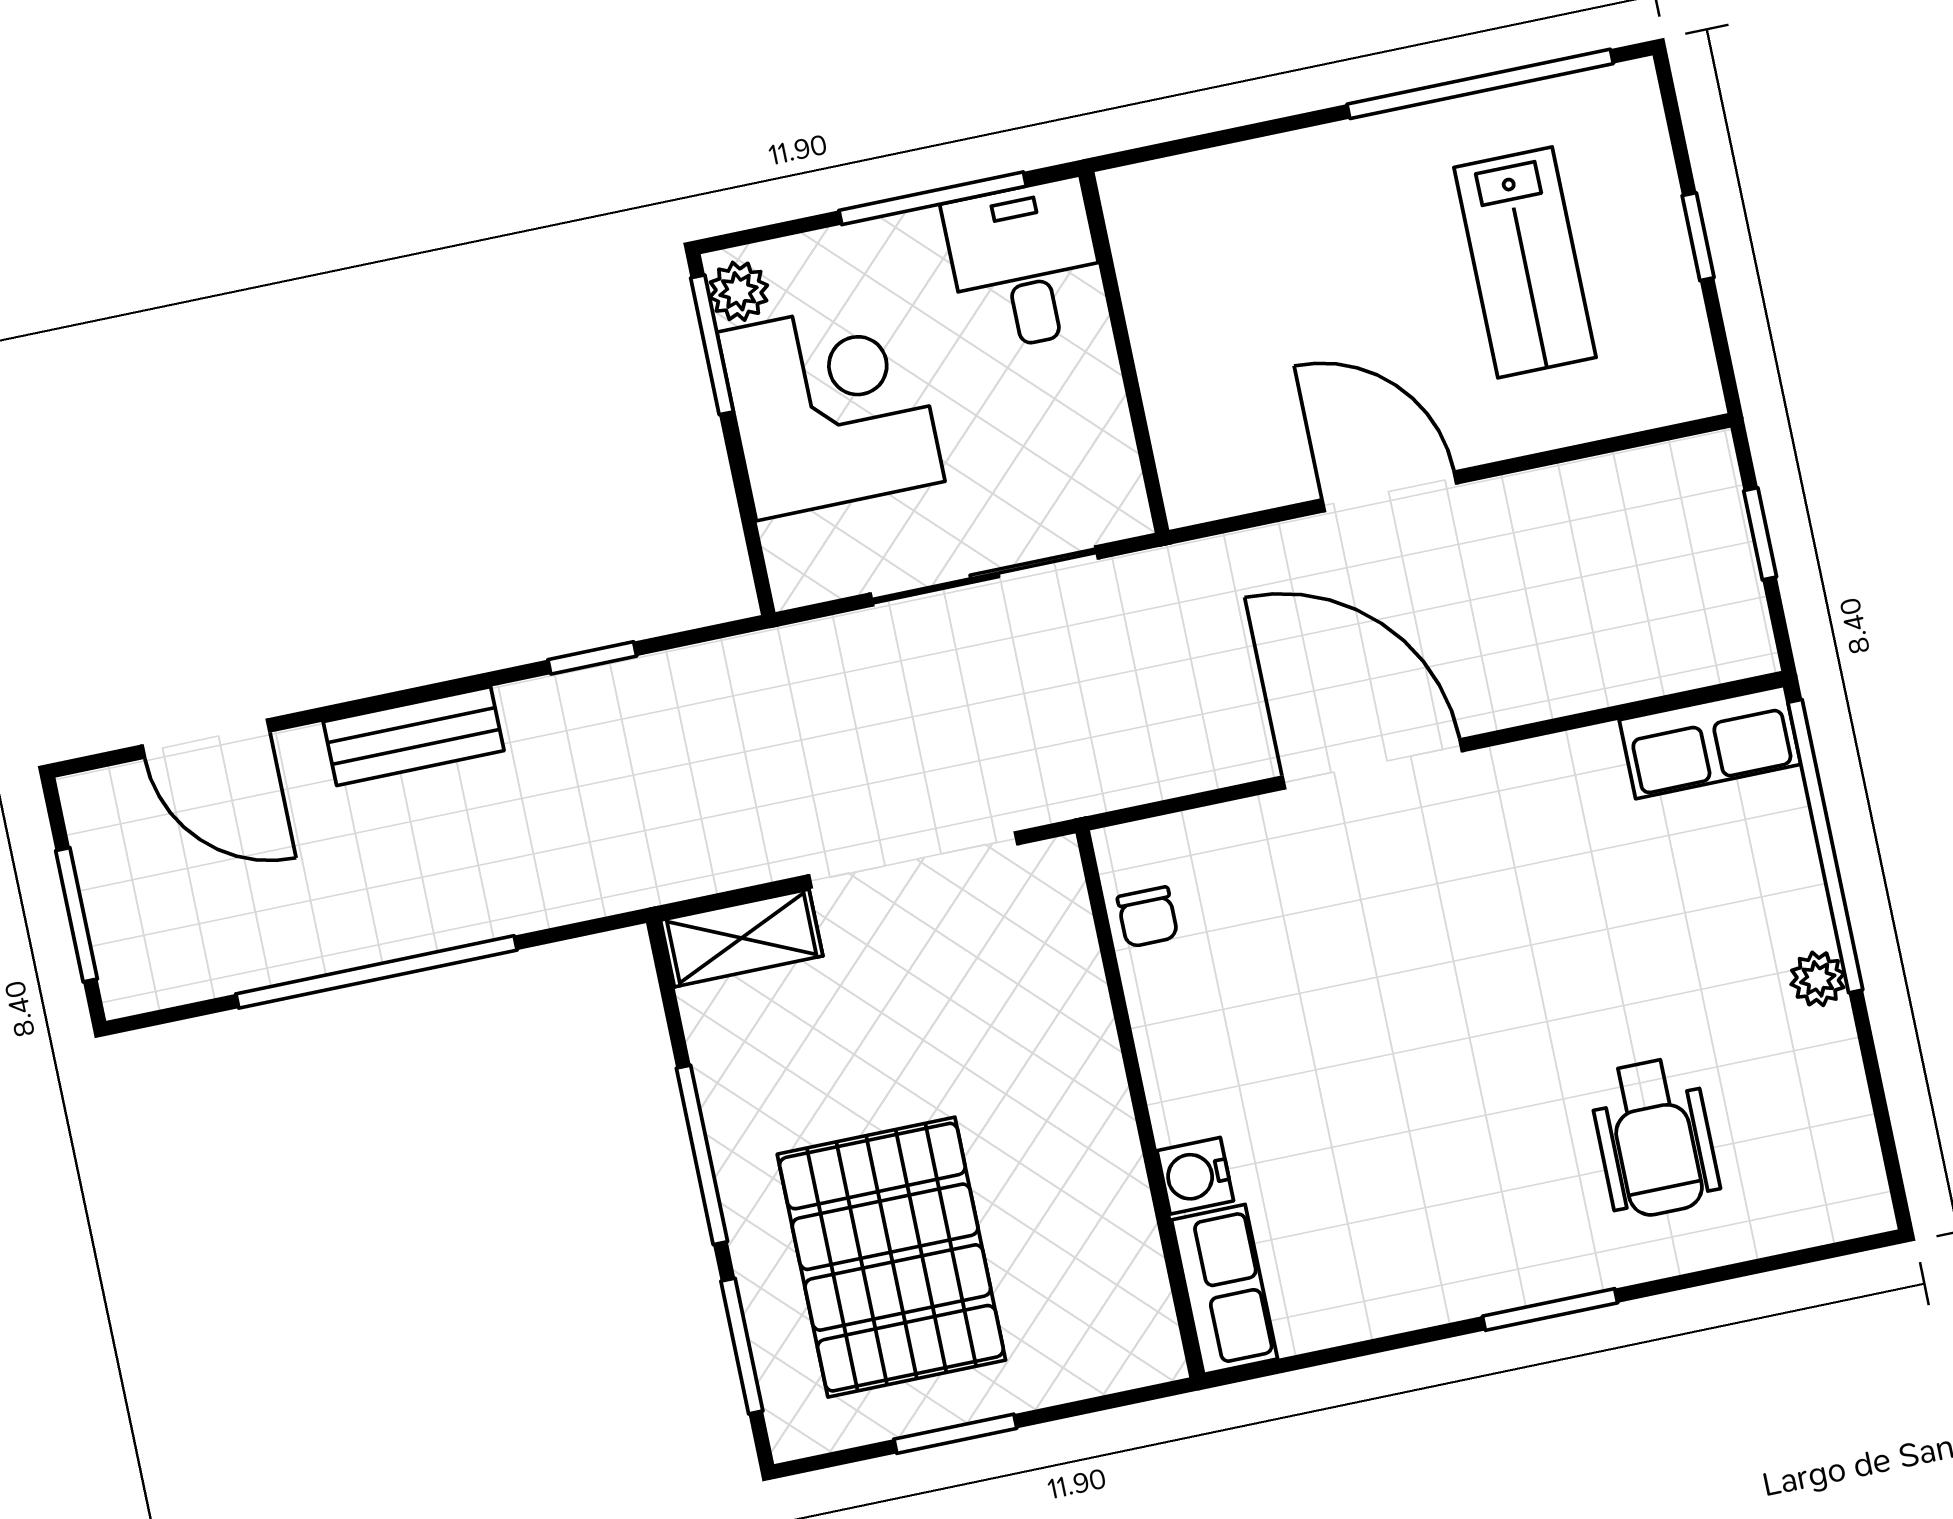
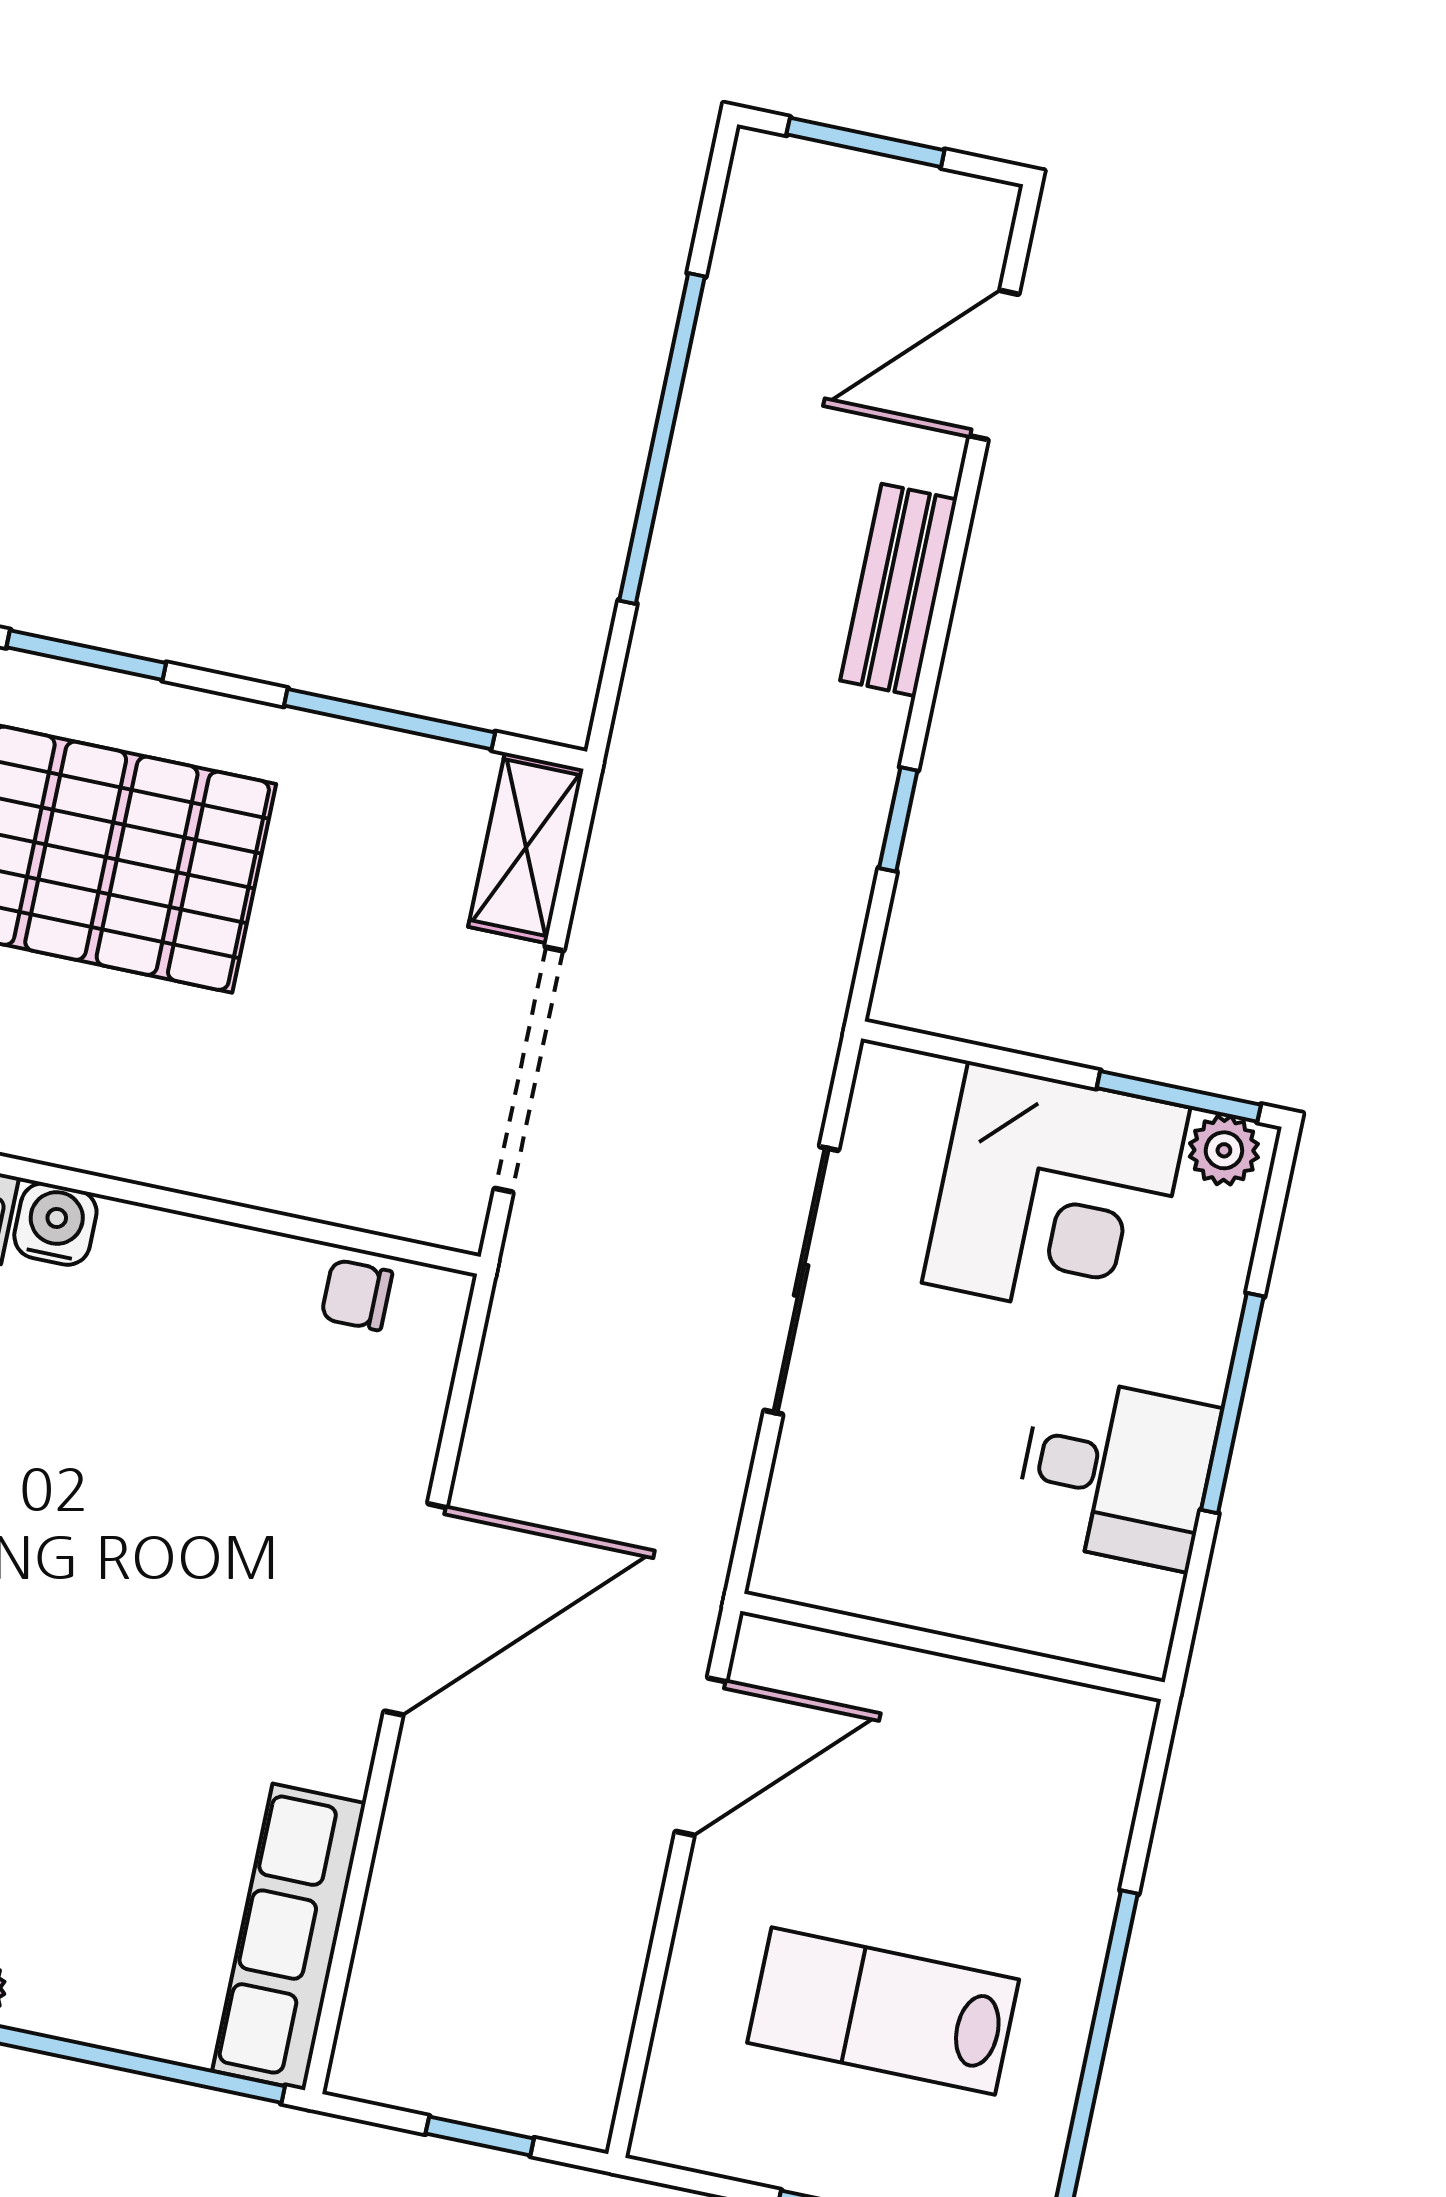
wall: (1125, 352) -> (953, 1647), moved
row of seats: (1710, 742) -> (289, 1937), width x1.48
window: (702, 1155) -> (390, 719), moved

